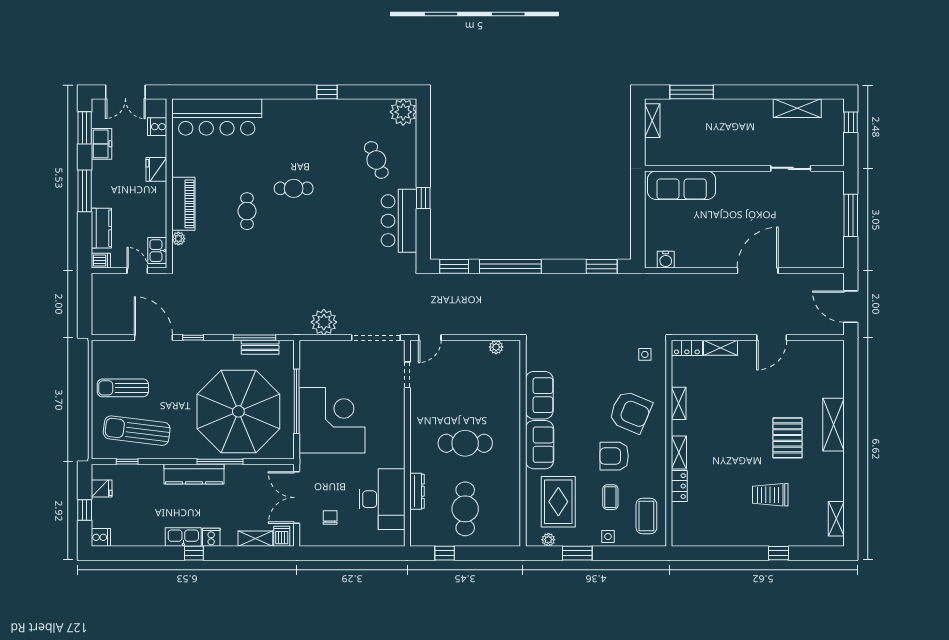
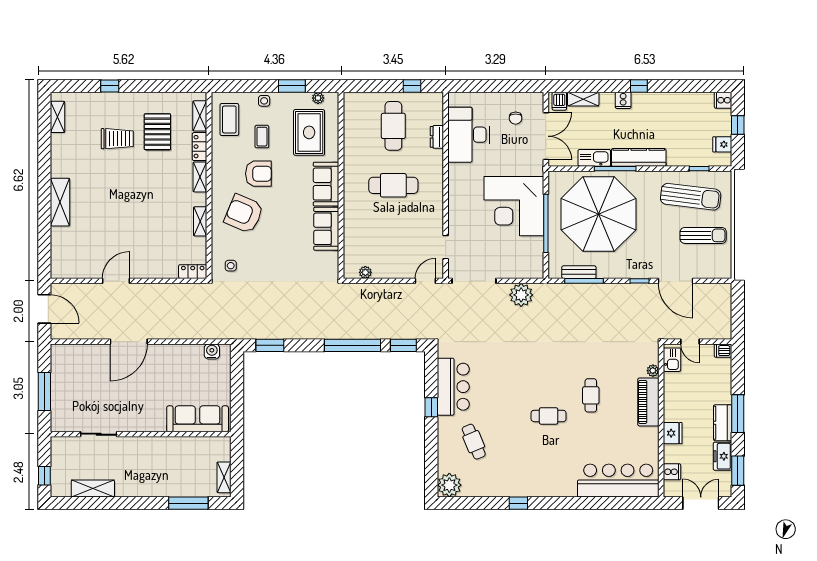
kitchen counter: (101, 228) -> (723, 423), moved
shelving: (720, 348) -> (200, 116), moved, turned 90
pallet: (787, 438) -> (157, 132), moved
dresser: (417, 491) -> (437, 137), width x0.70
kitchen sink: (183, 537) -> (594, 158), moved, turned 180

